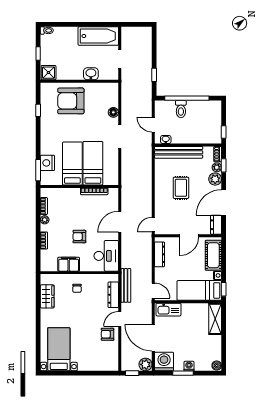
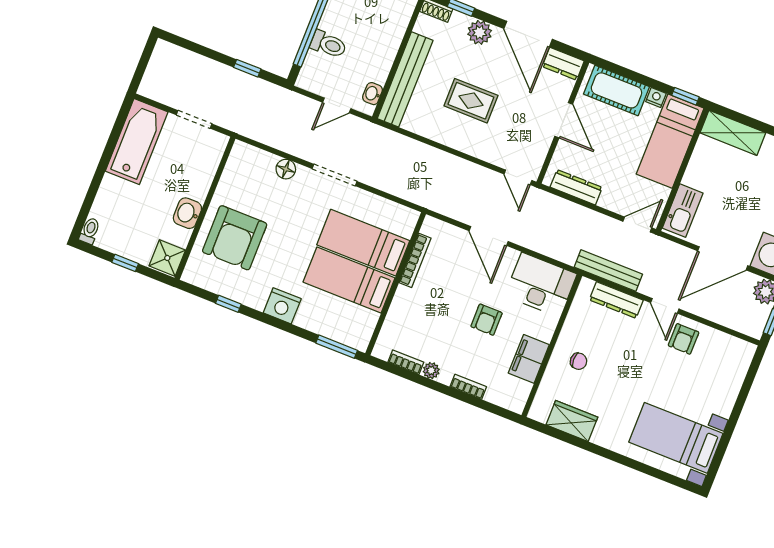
washbasin: (91, 74) -> (187, 213), moved
nightstand: (47, 163) -> (282, 306), moved
plant: (217, 167) -> (460, 21), removed

